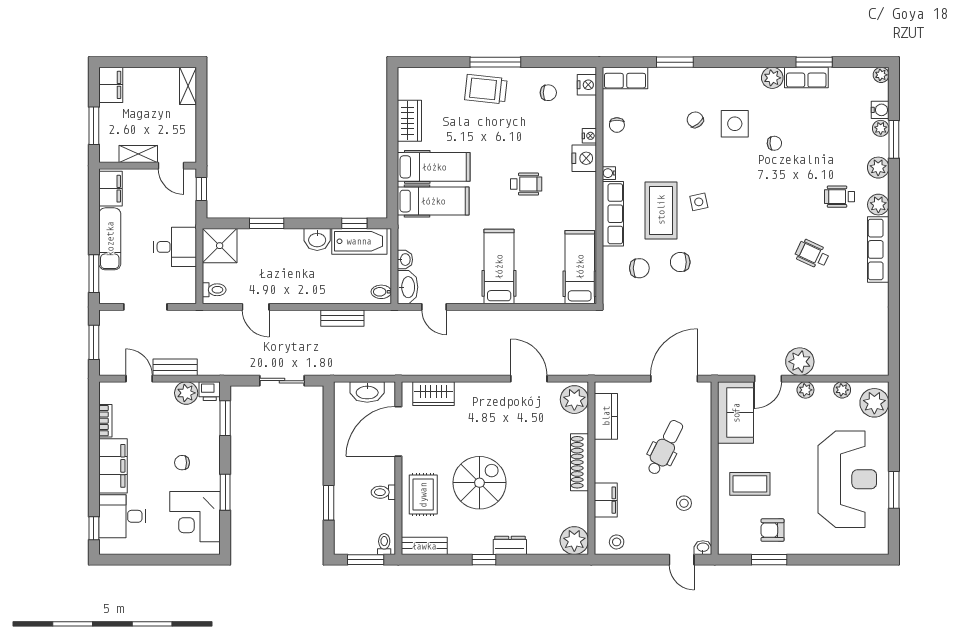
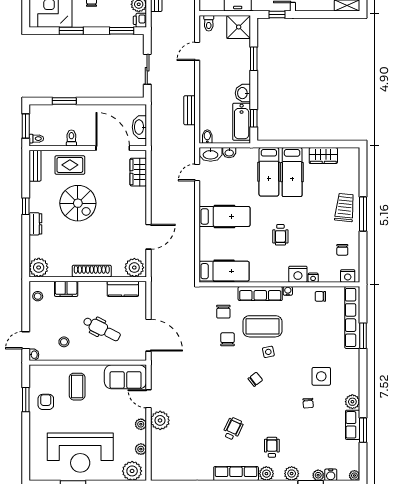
row of seats: (625, 78) -> (352, 318), width x2.02
chair: (695, 120) -> (255, 379), moved

